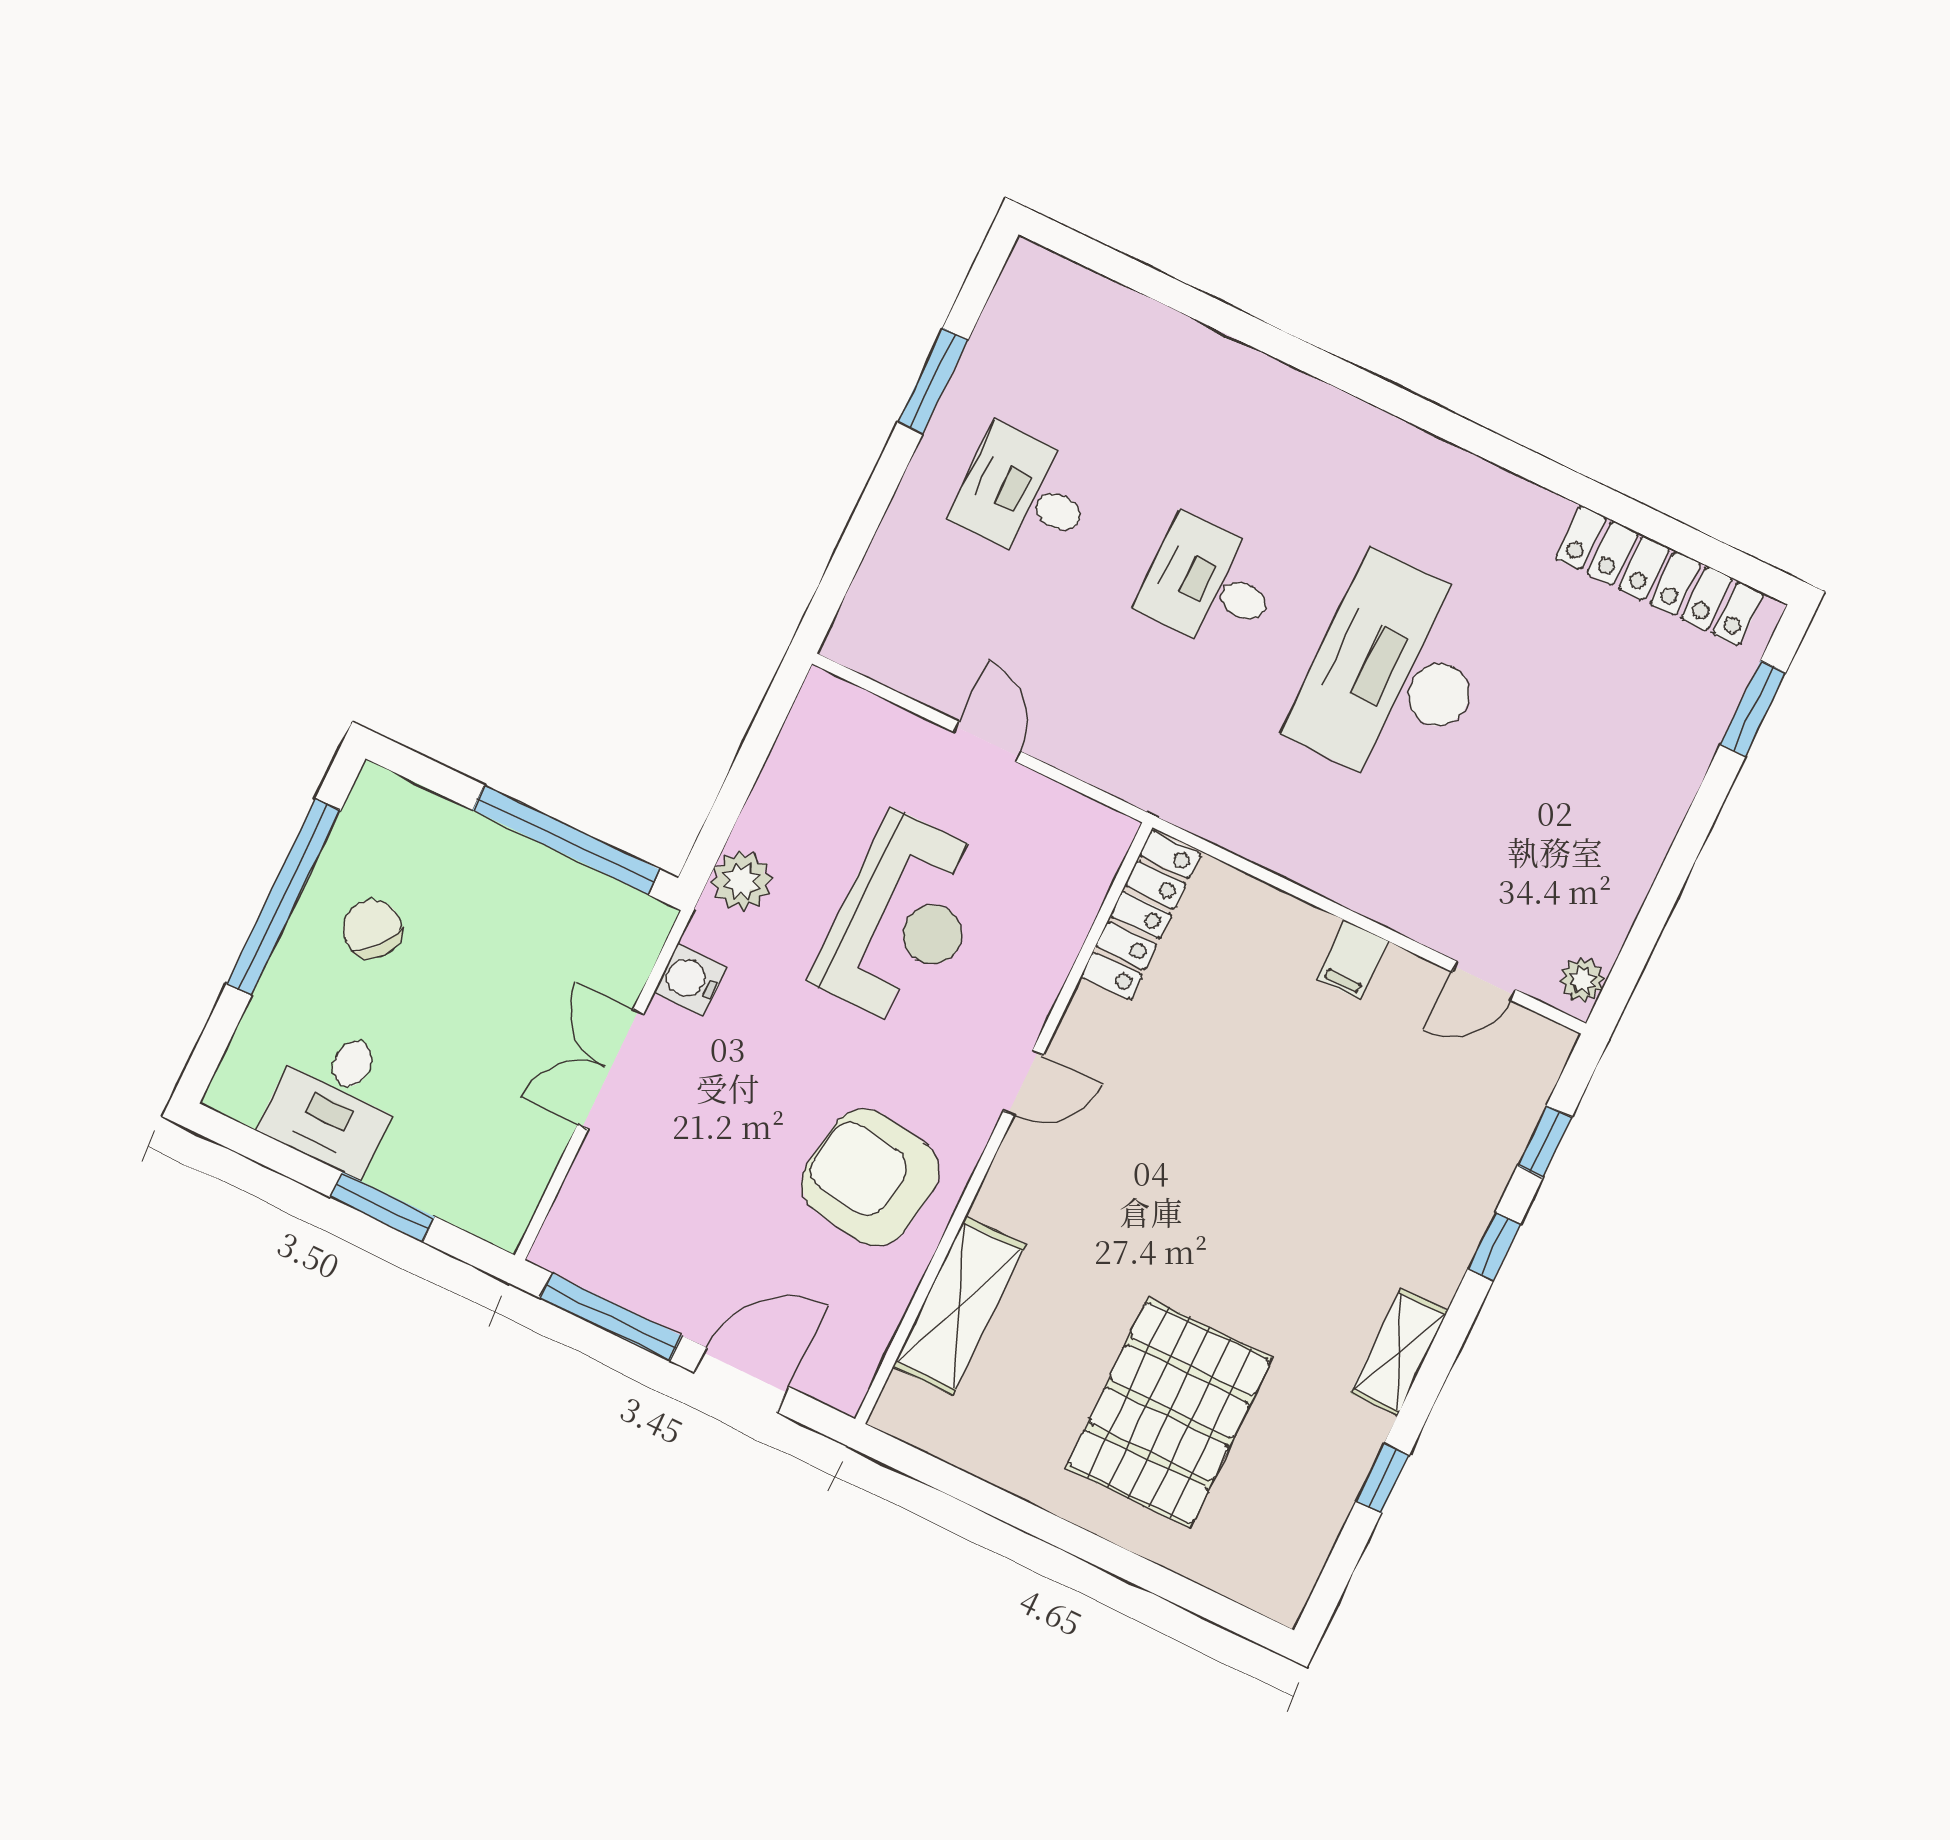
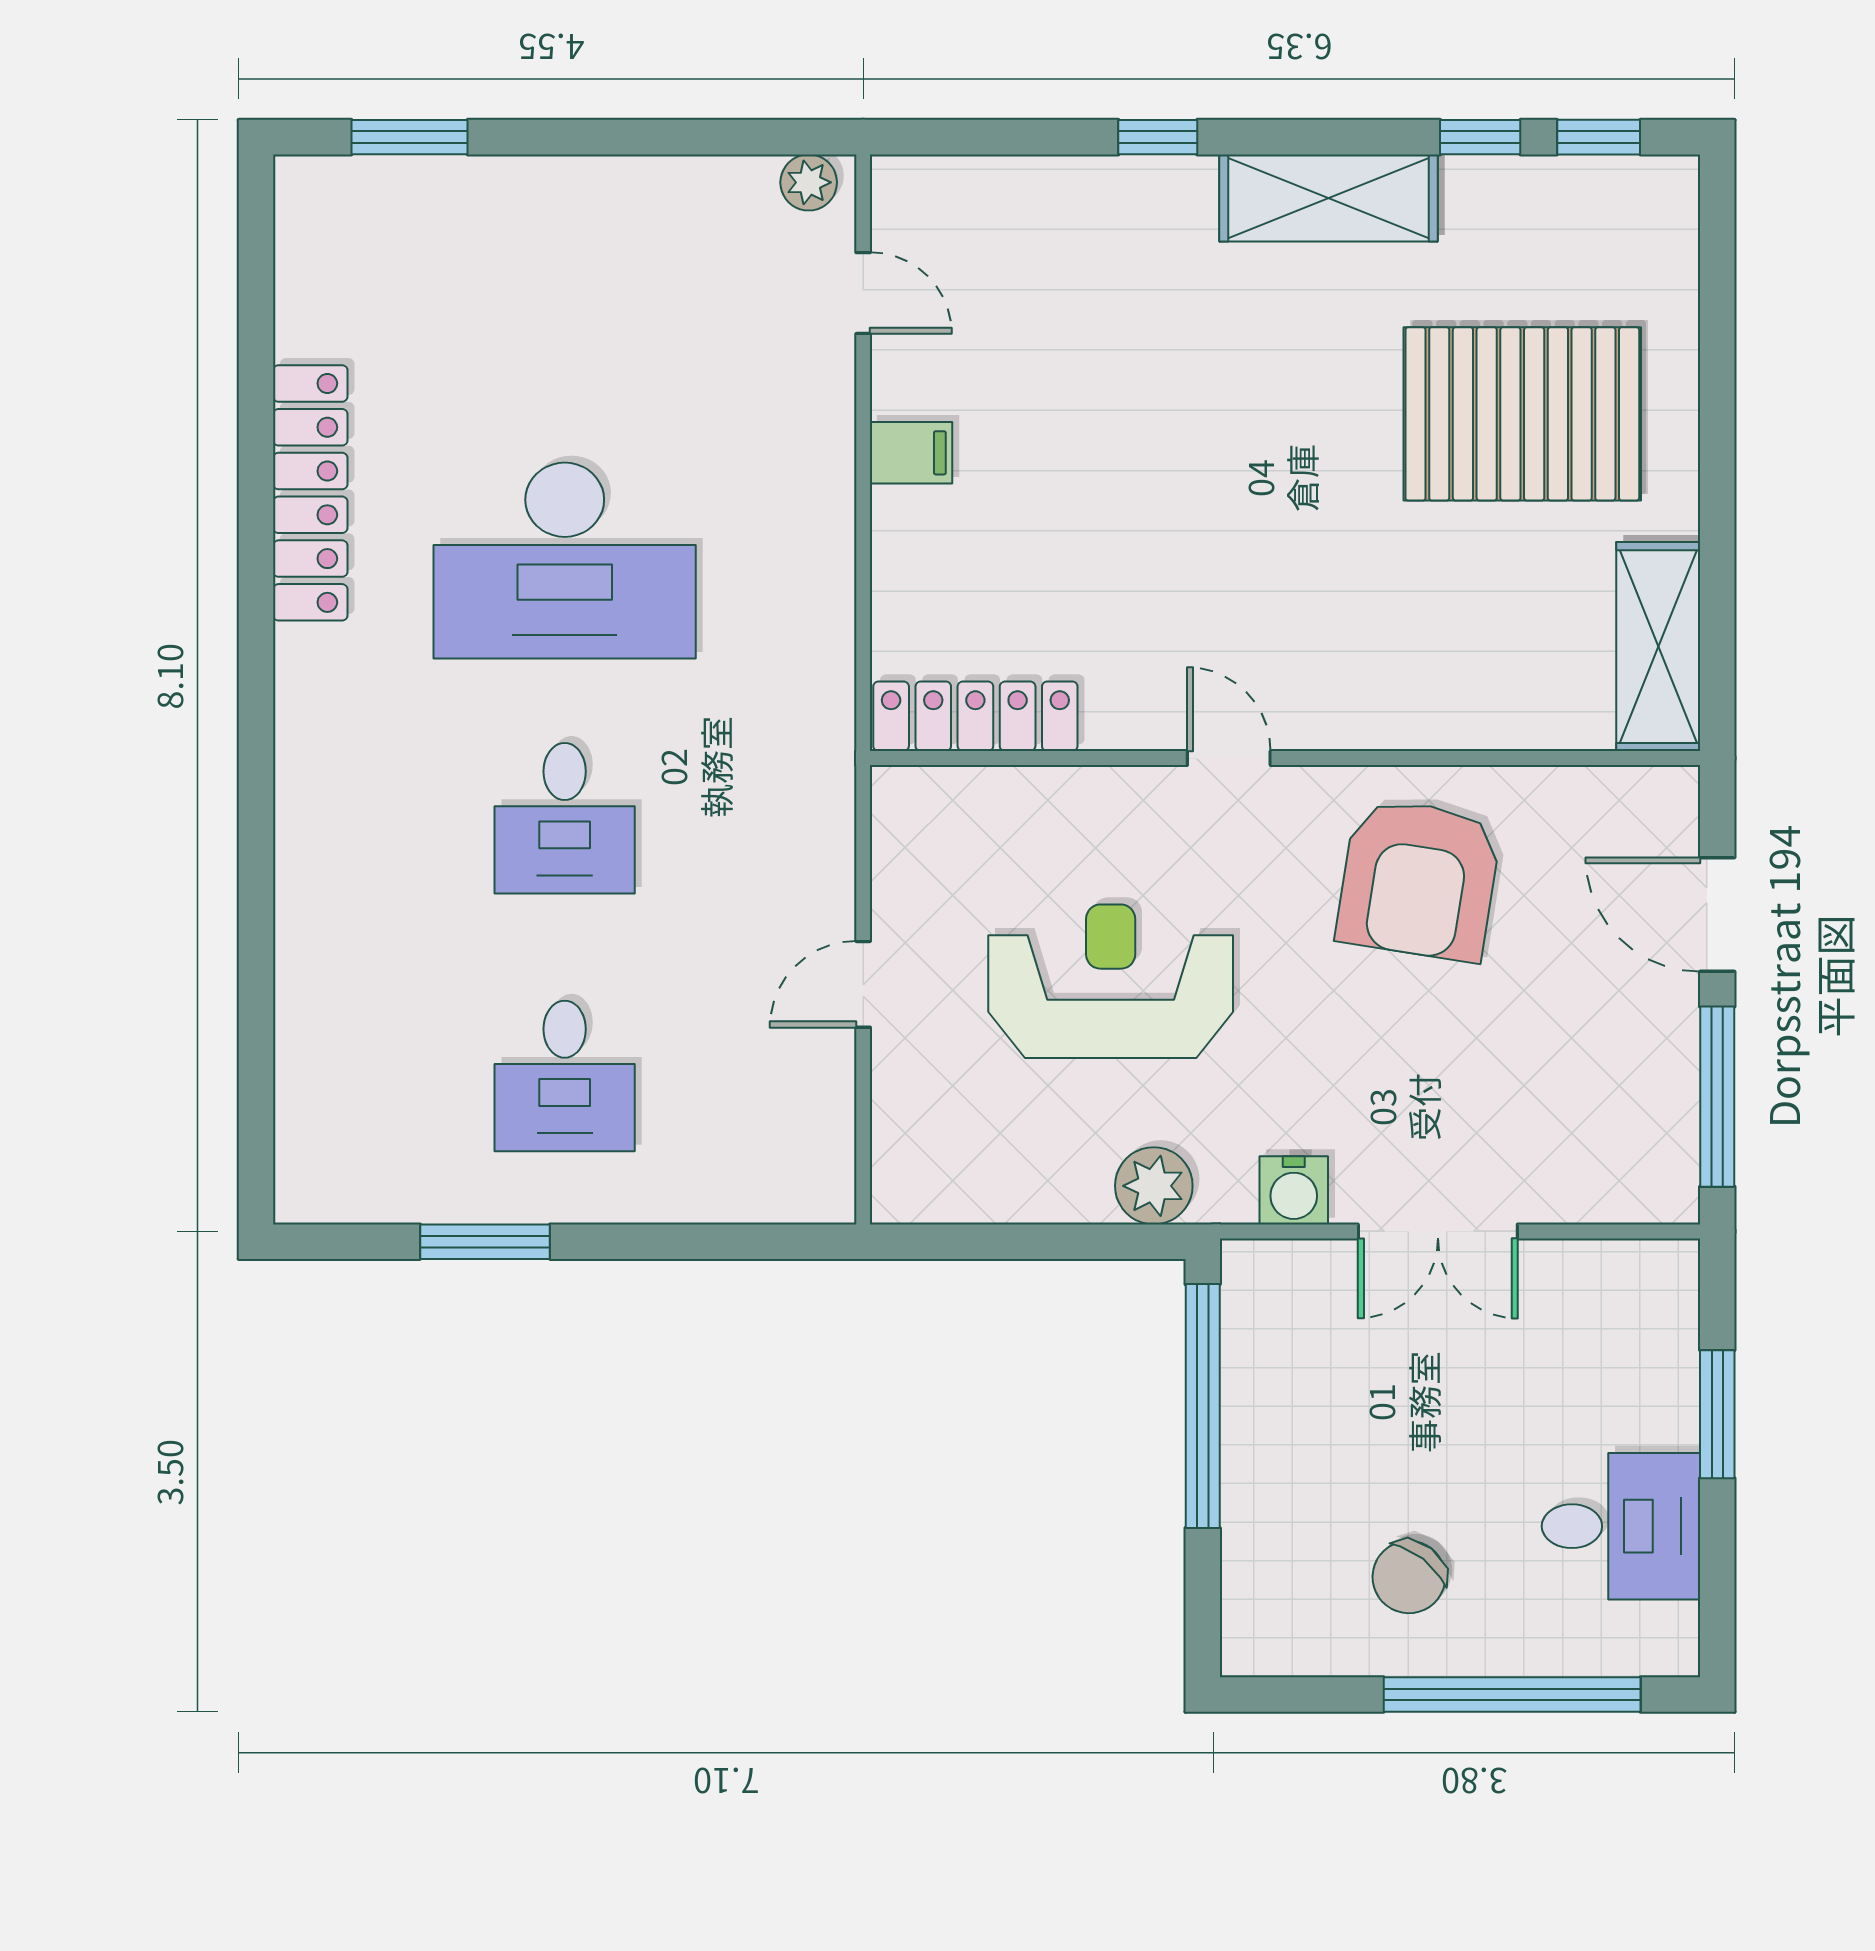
locker: (1660, 576) -> (310, 493), moved
window: (283, 897) -> (1512, 1694), moved
window: (1545, 1141) -> (1599, 137), moved
shelving: (959, 1306) -> (1658, 647), moved, turned 90
shelving: (1399, 1352) -> (1329, 198), width x1.50, depth x1.33

